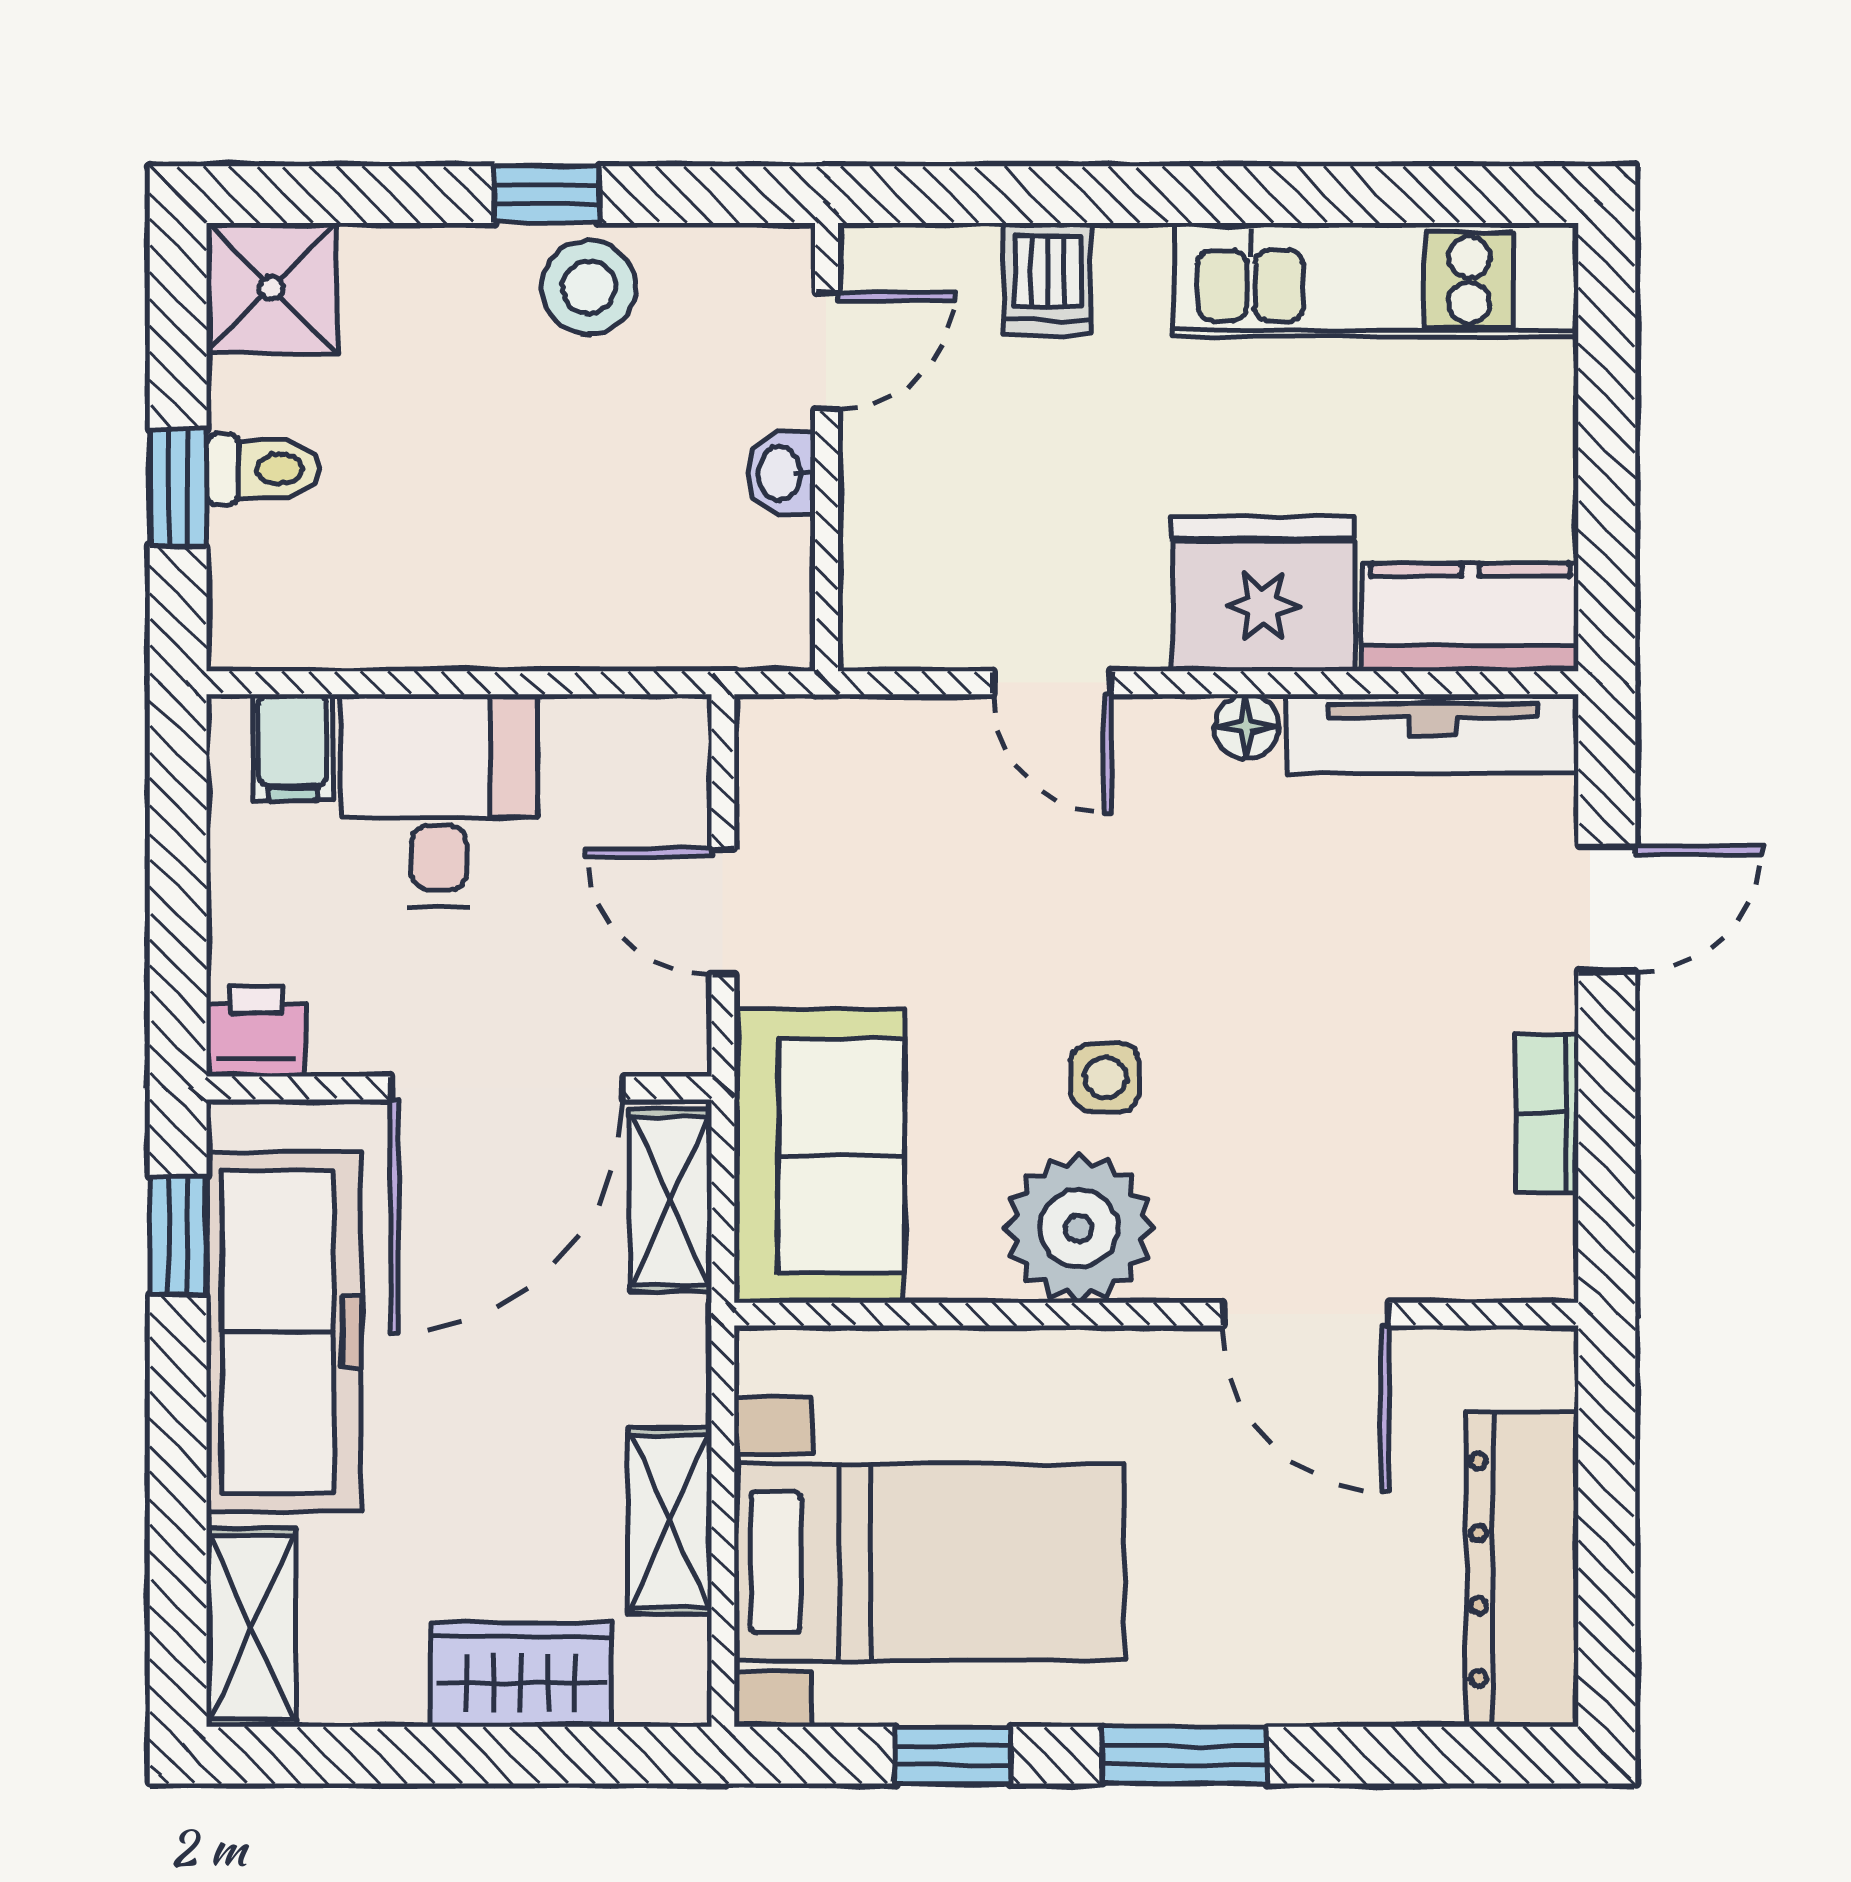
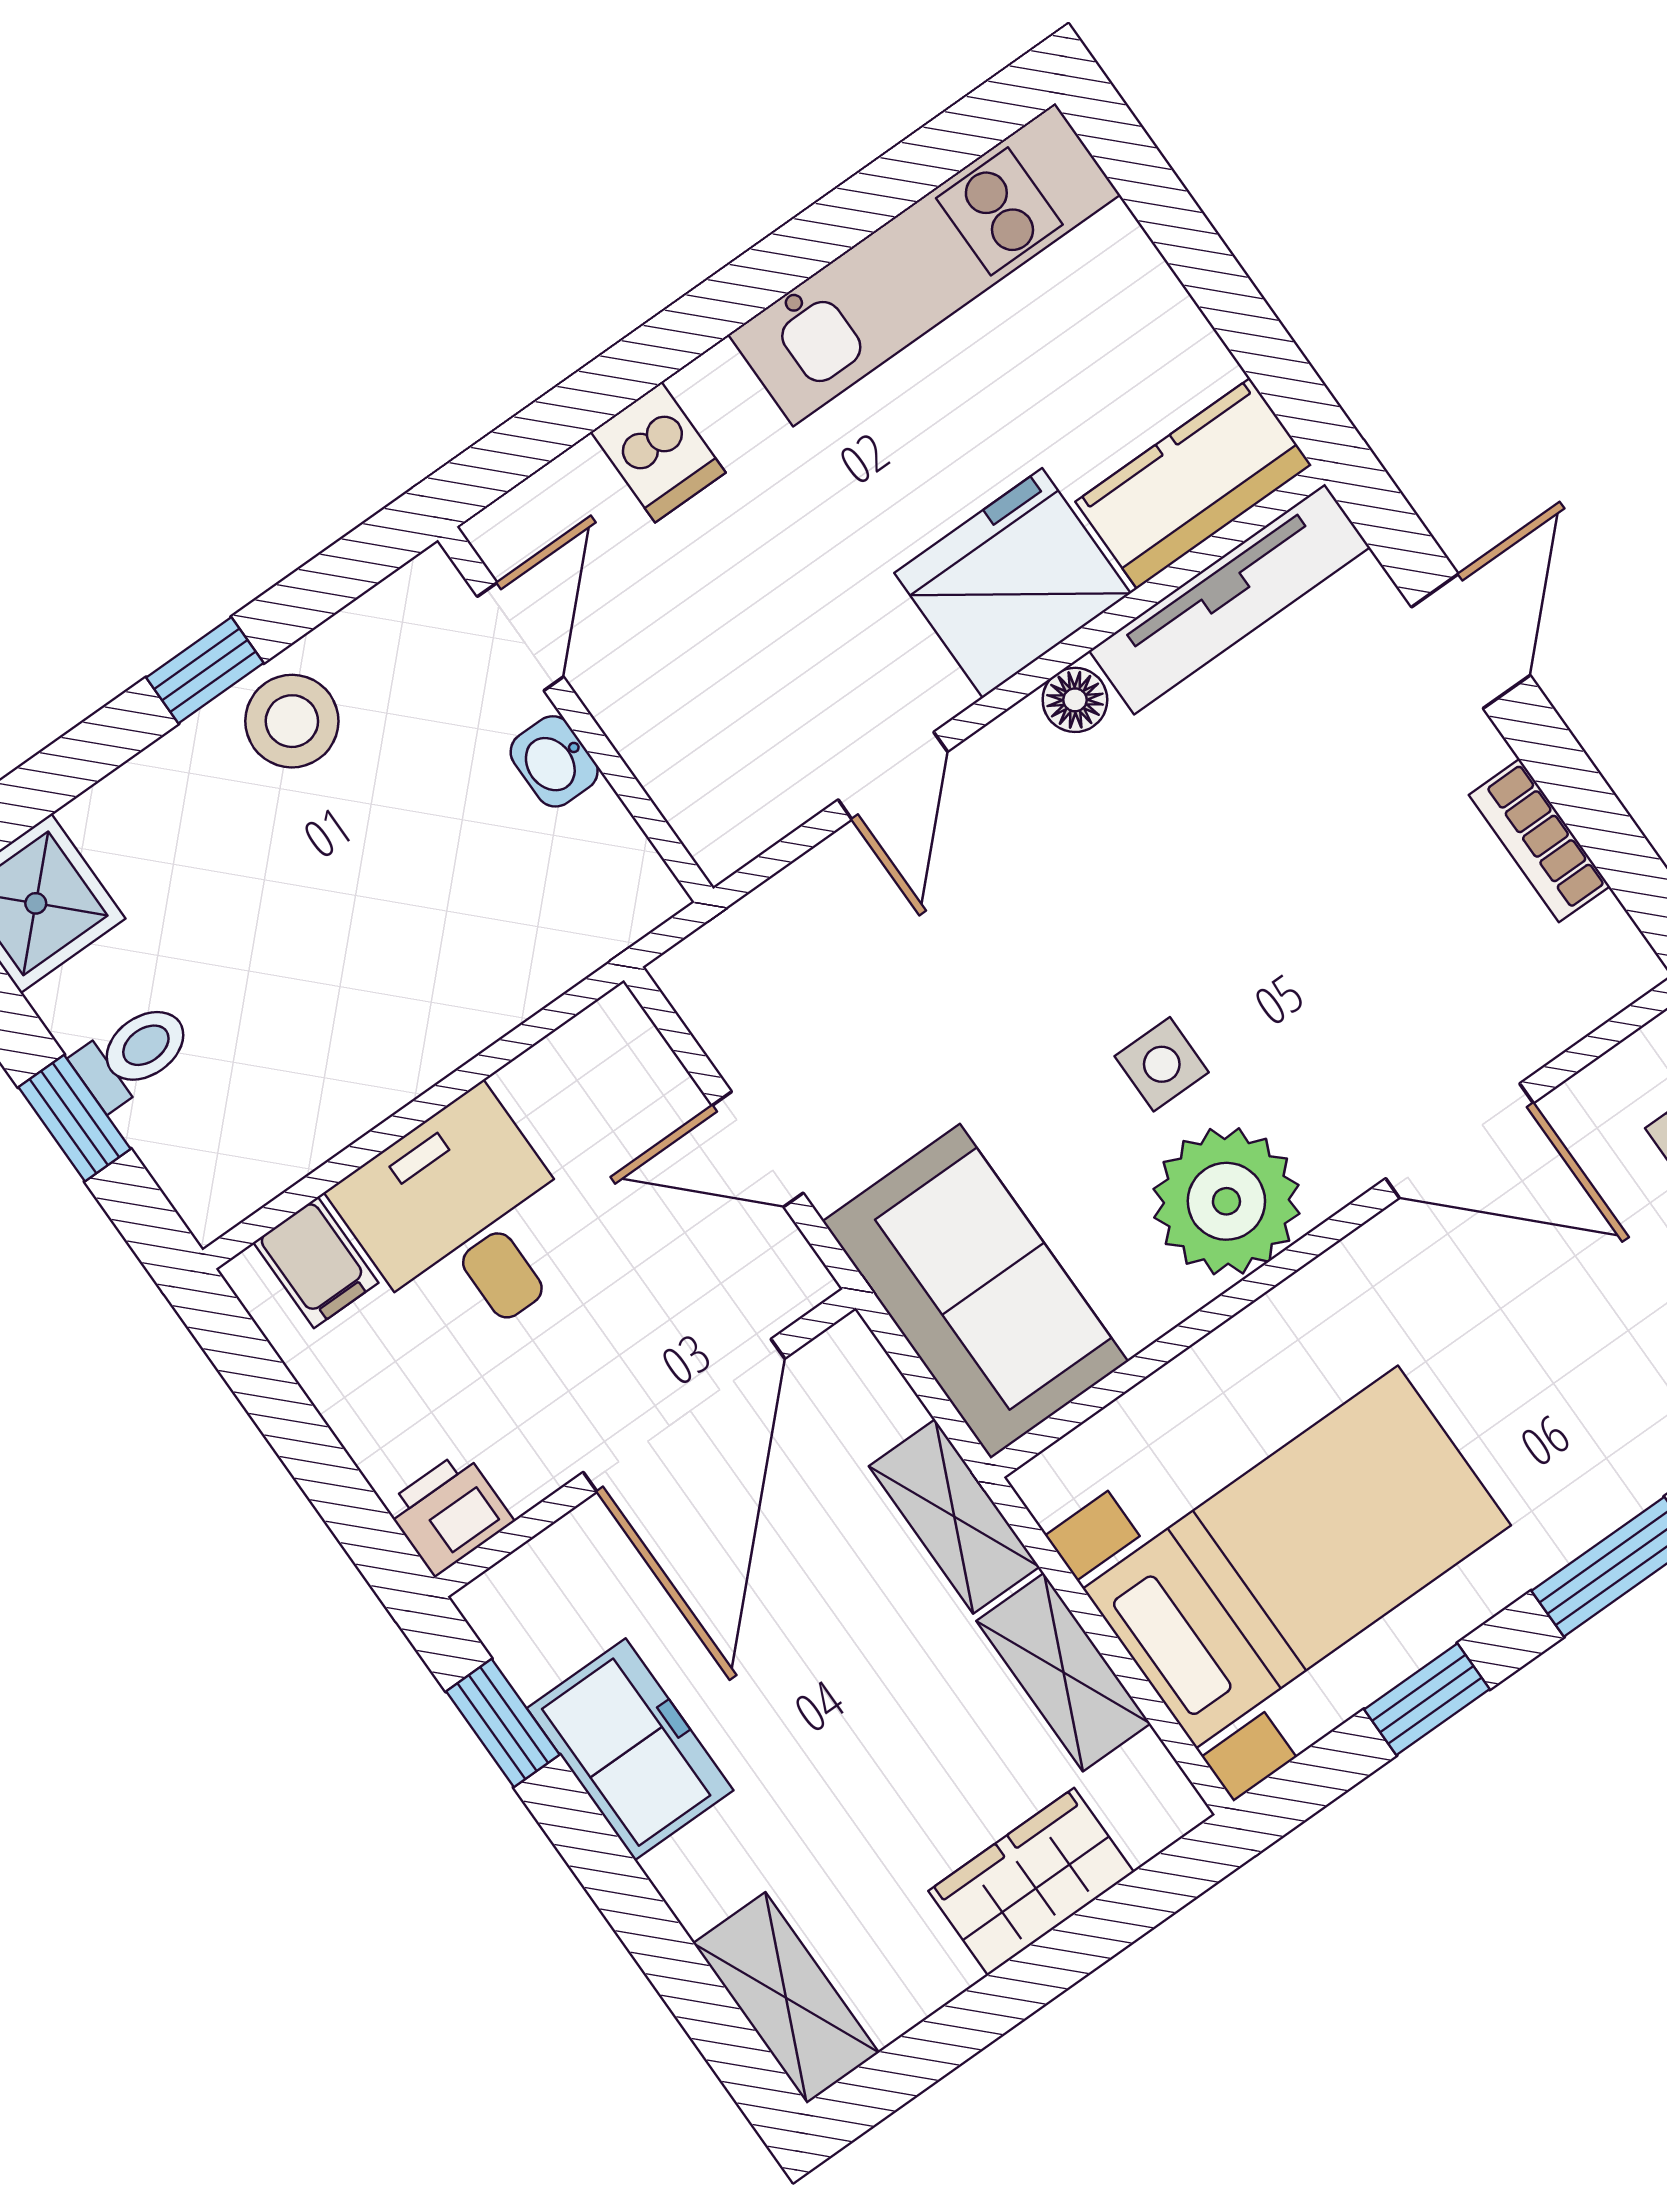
door: (1052, 683) -> (893, 776), hinge flipped
shelving: (670, 1201) -> (954, 1517), moved
freezer: (284, 1332) -> (630, 1749), width x0.52, depth x0.79

